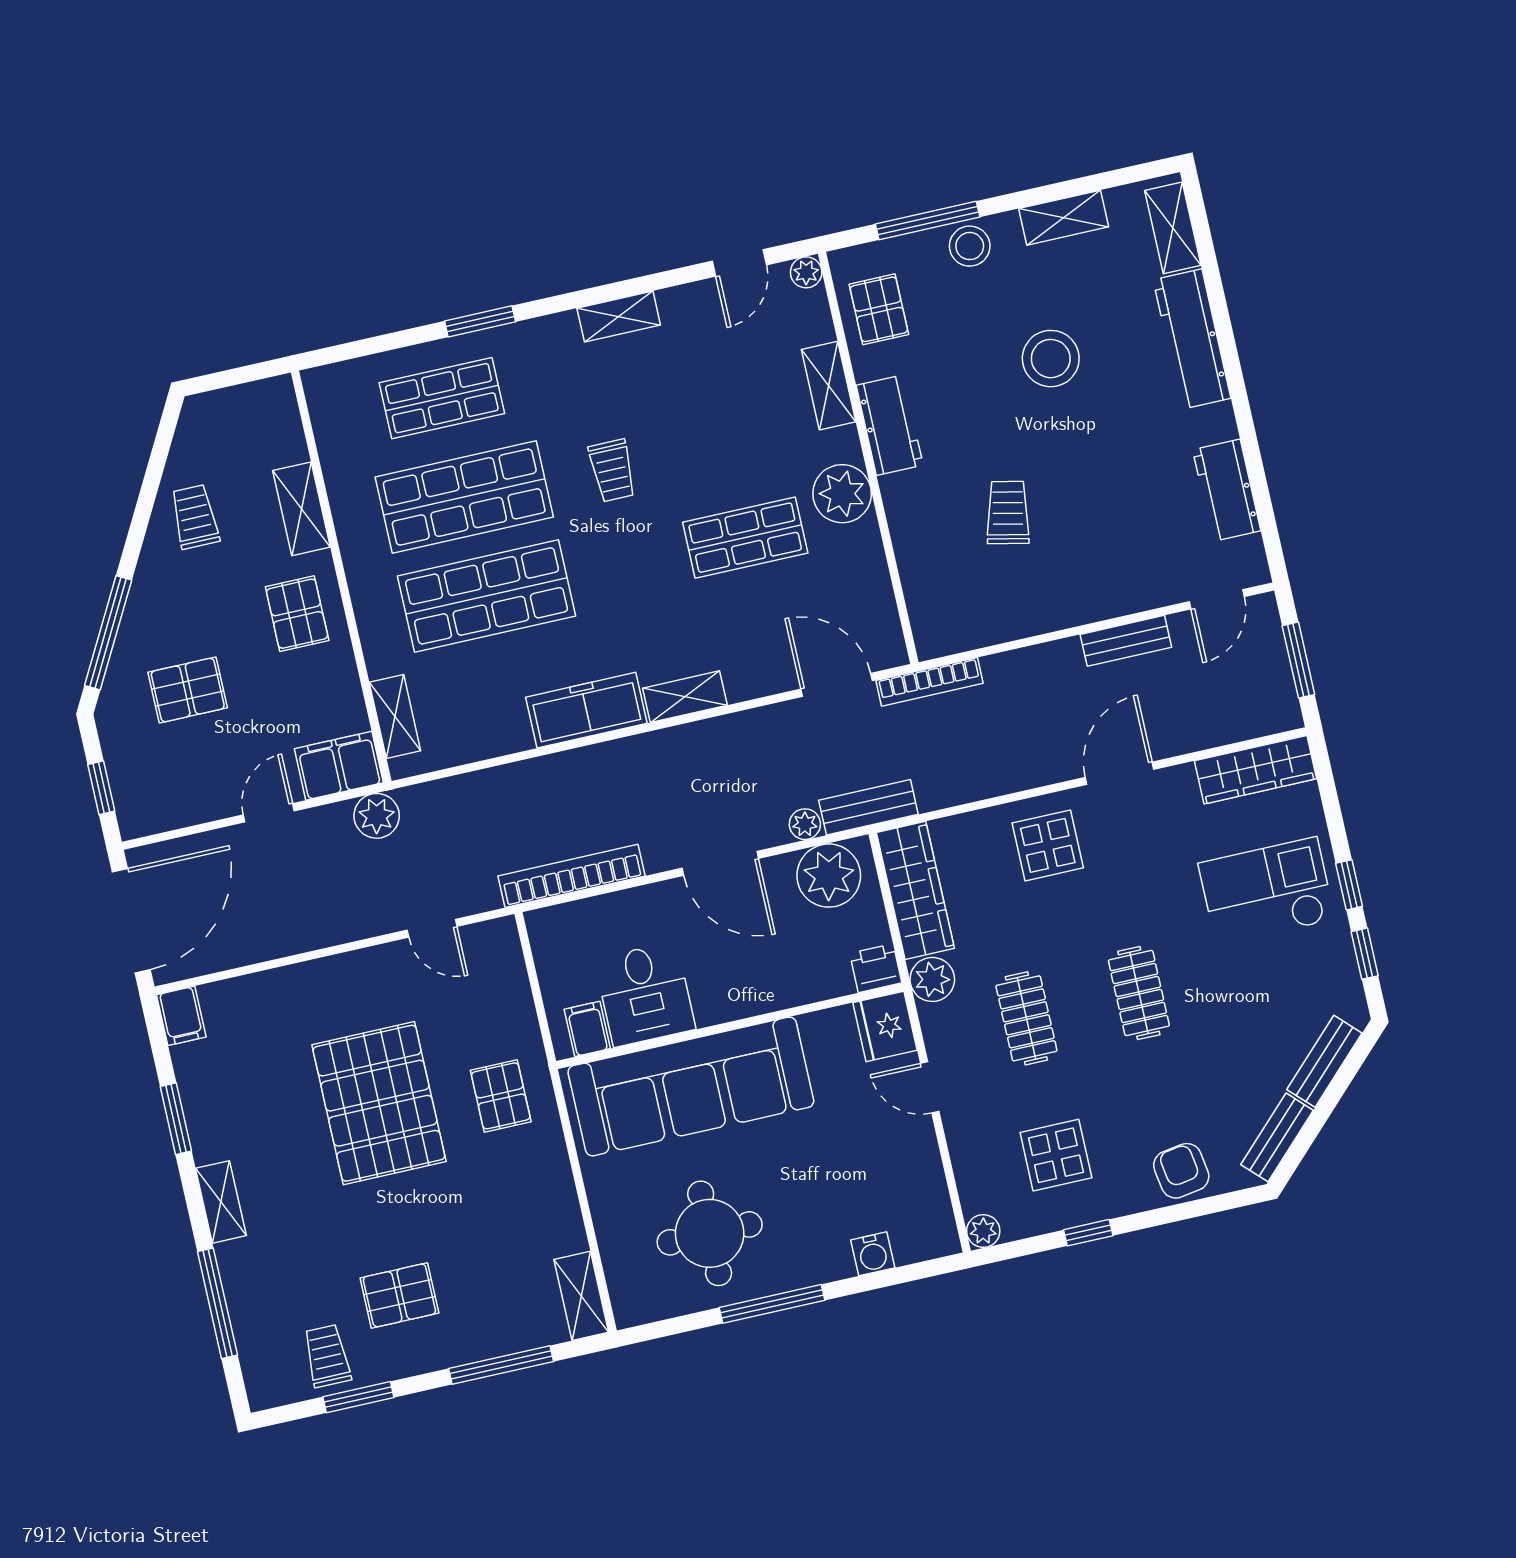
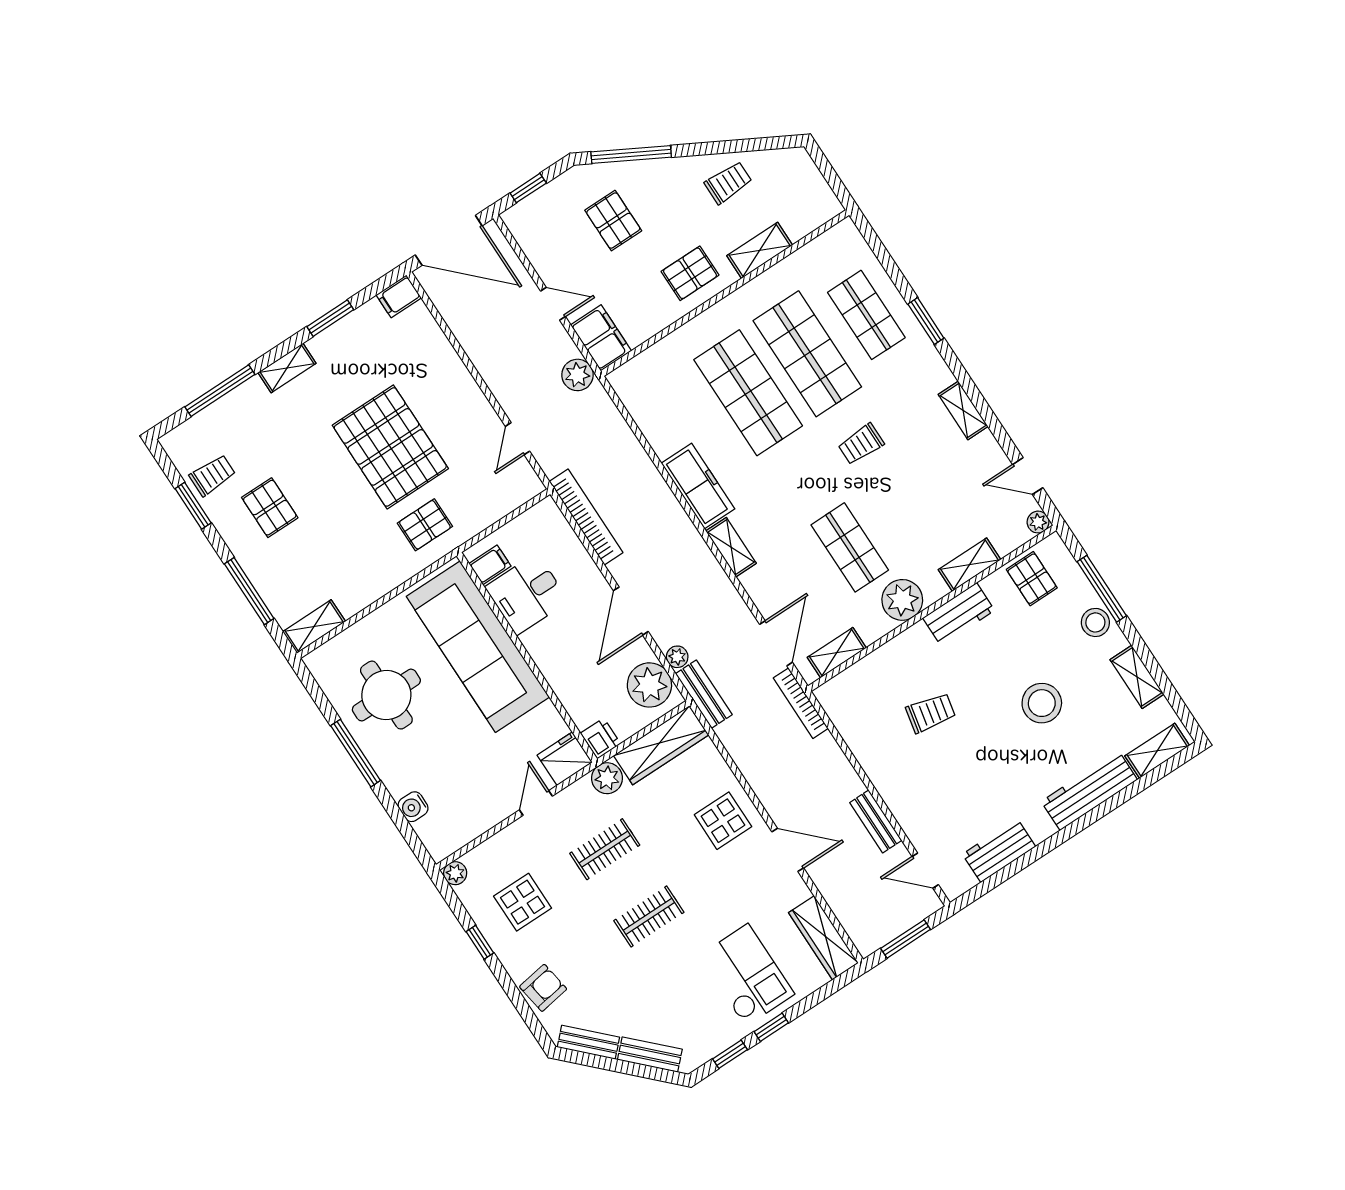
pallet: (879, 309) -> (1032, 579), turned 90
shelving: (395, 716) -> (837, 653), moved
pallet: (379, 1103) -> (390, 447), turned 90

